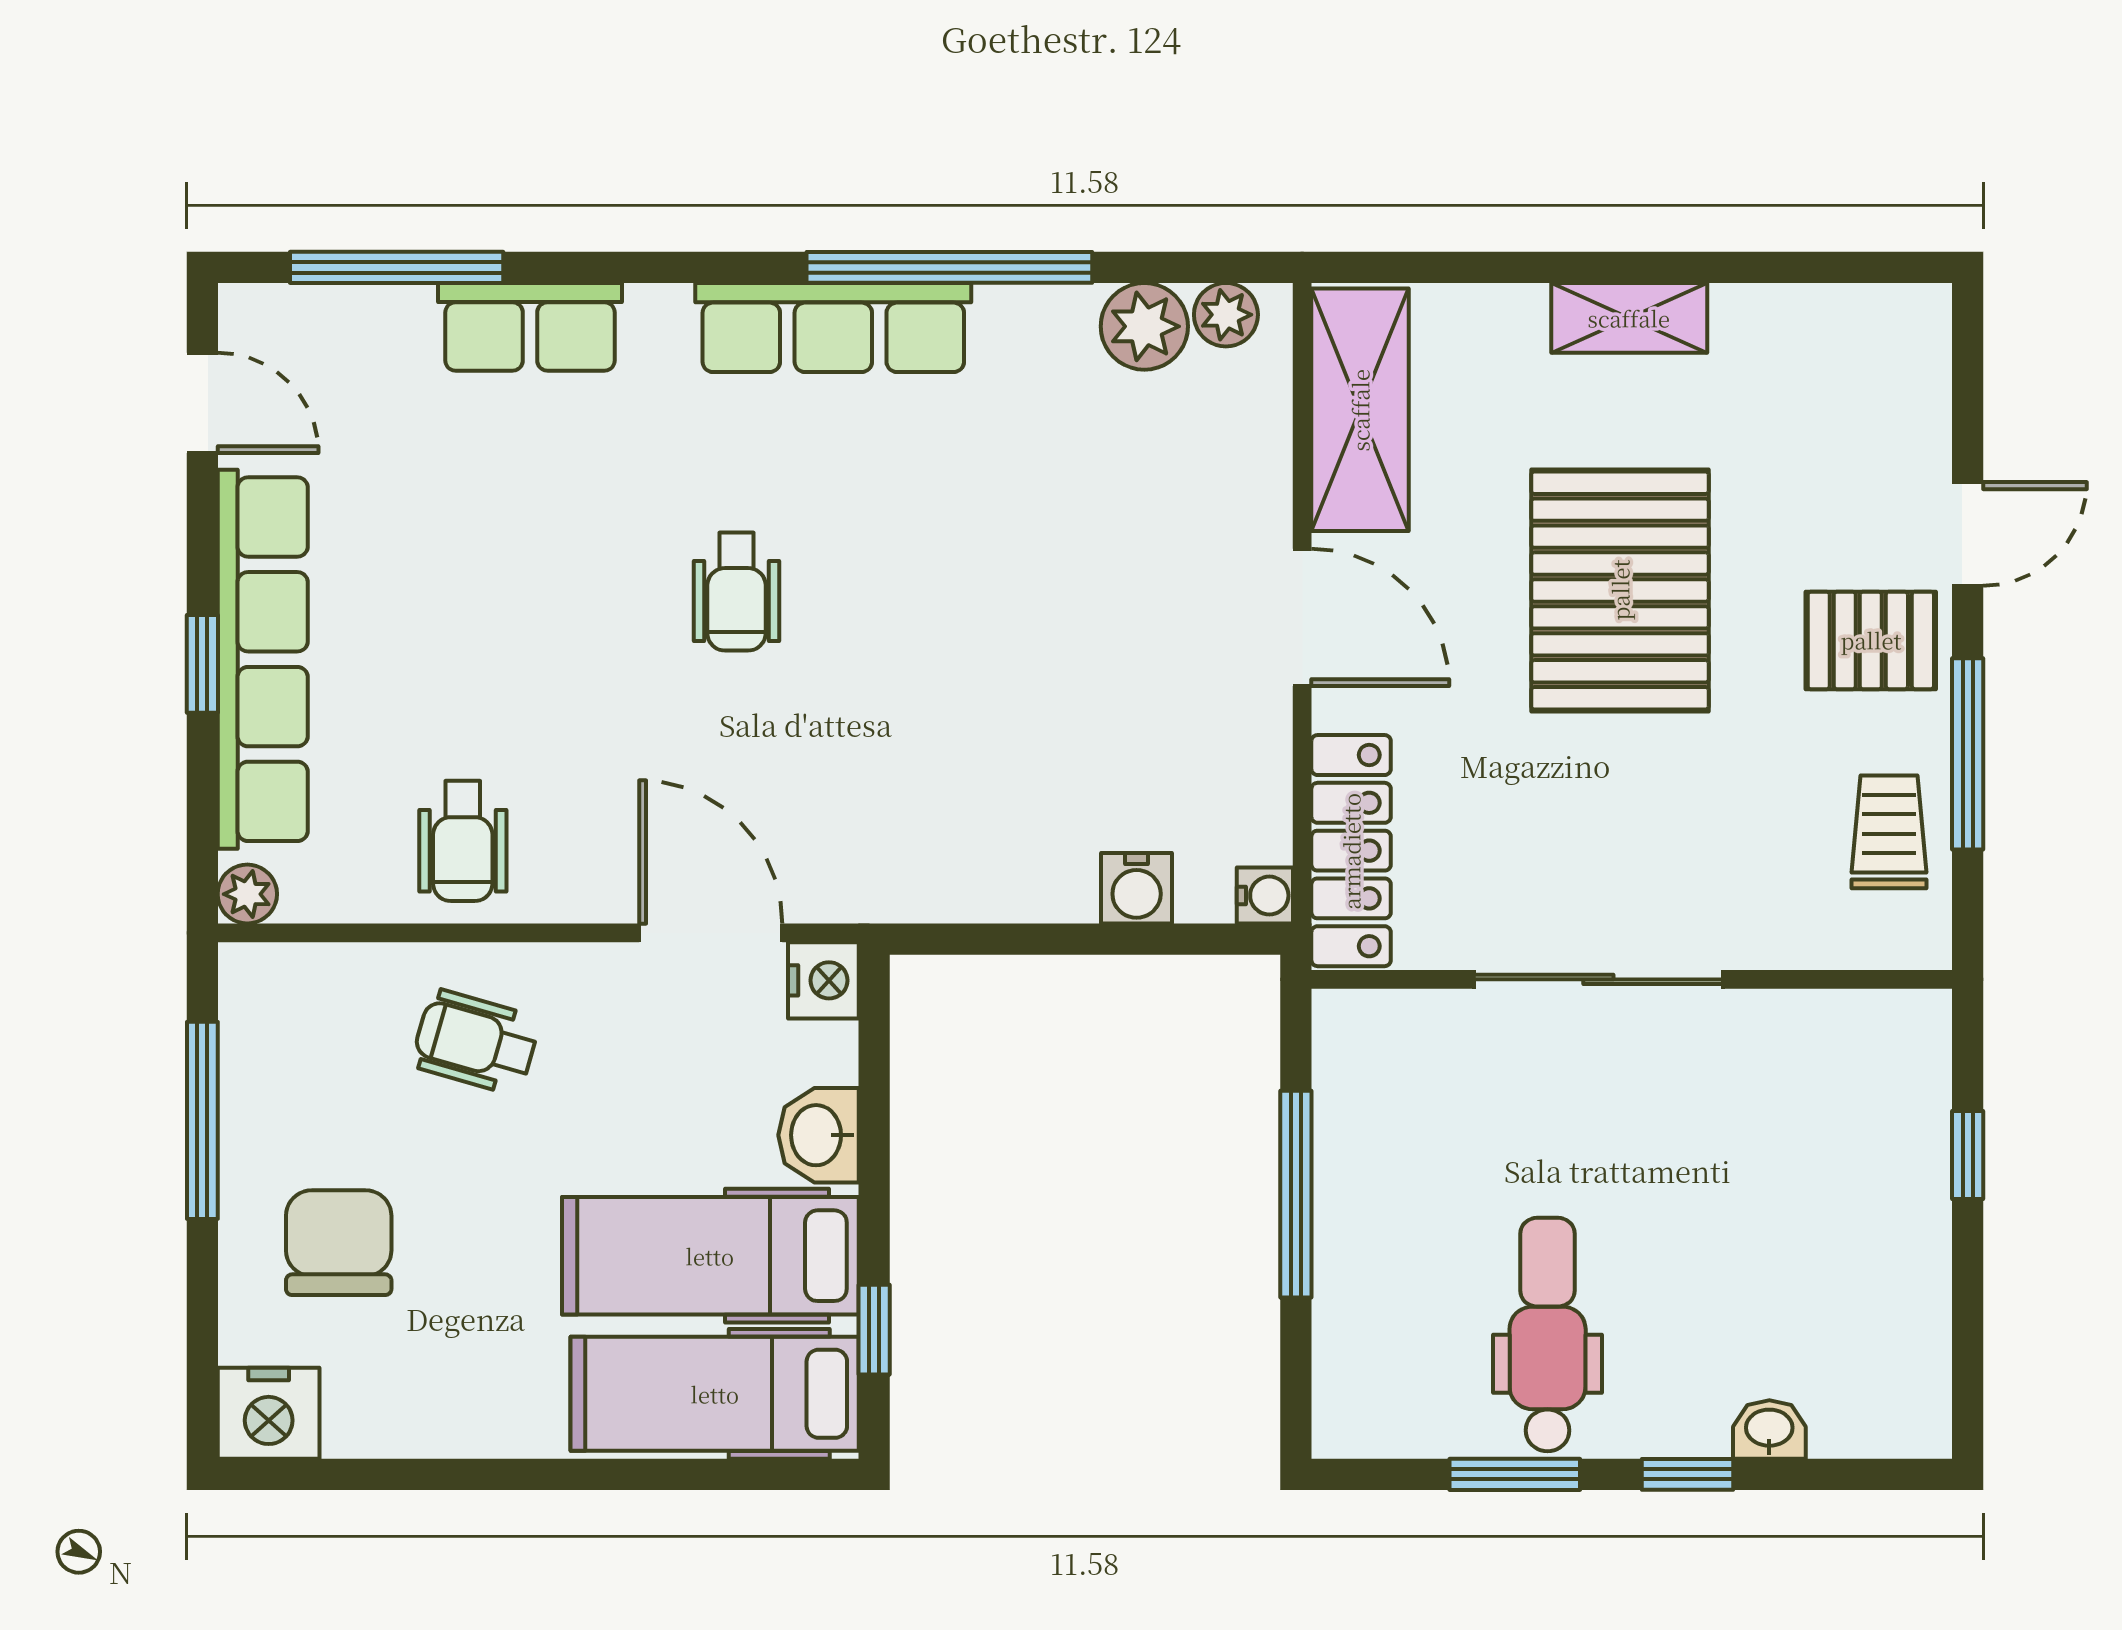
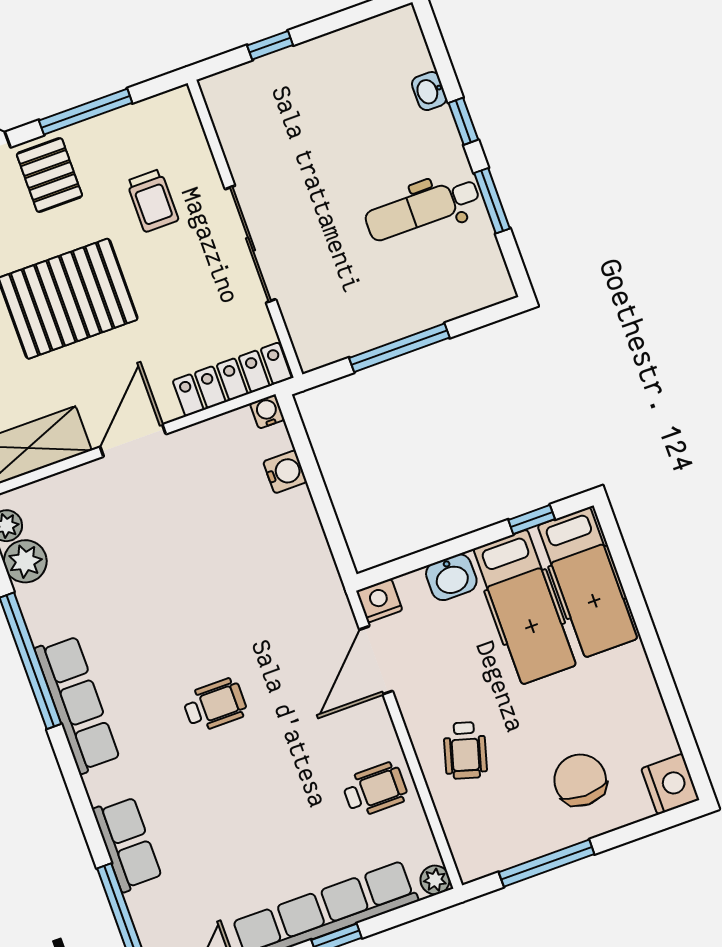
trolley: (1889, 832) -> (152, 201), moved, turned -90
chair: (339, 1243) -> (580, 780), turned 90

